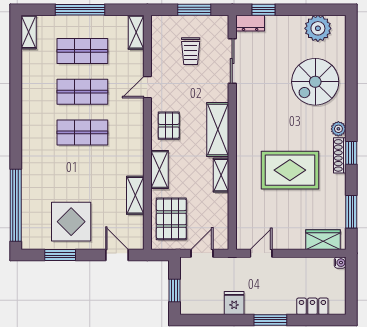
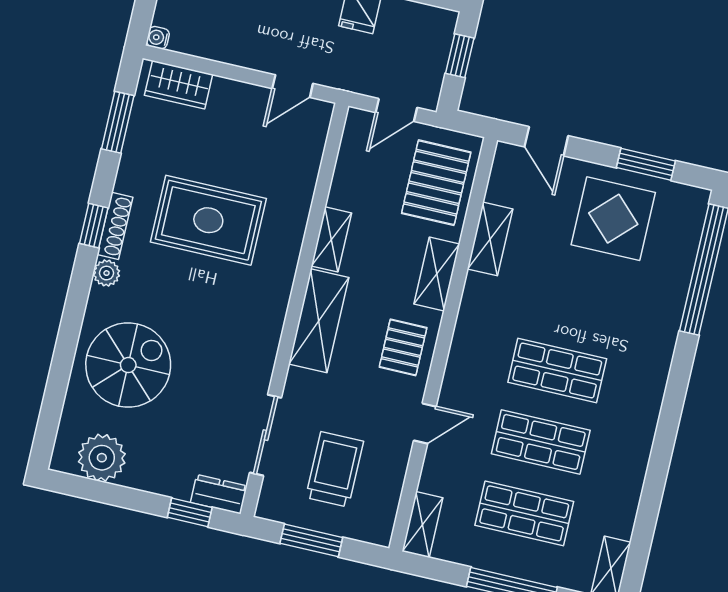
trolley: (191, 51) -> (335, 469), width x1.36, depth x1.39

